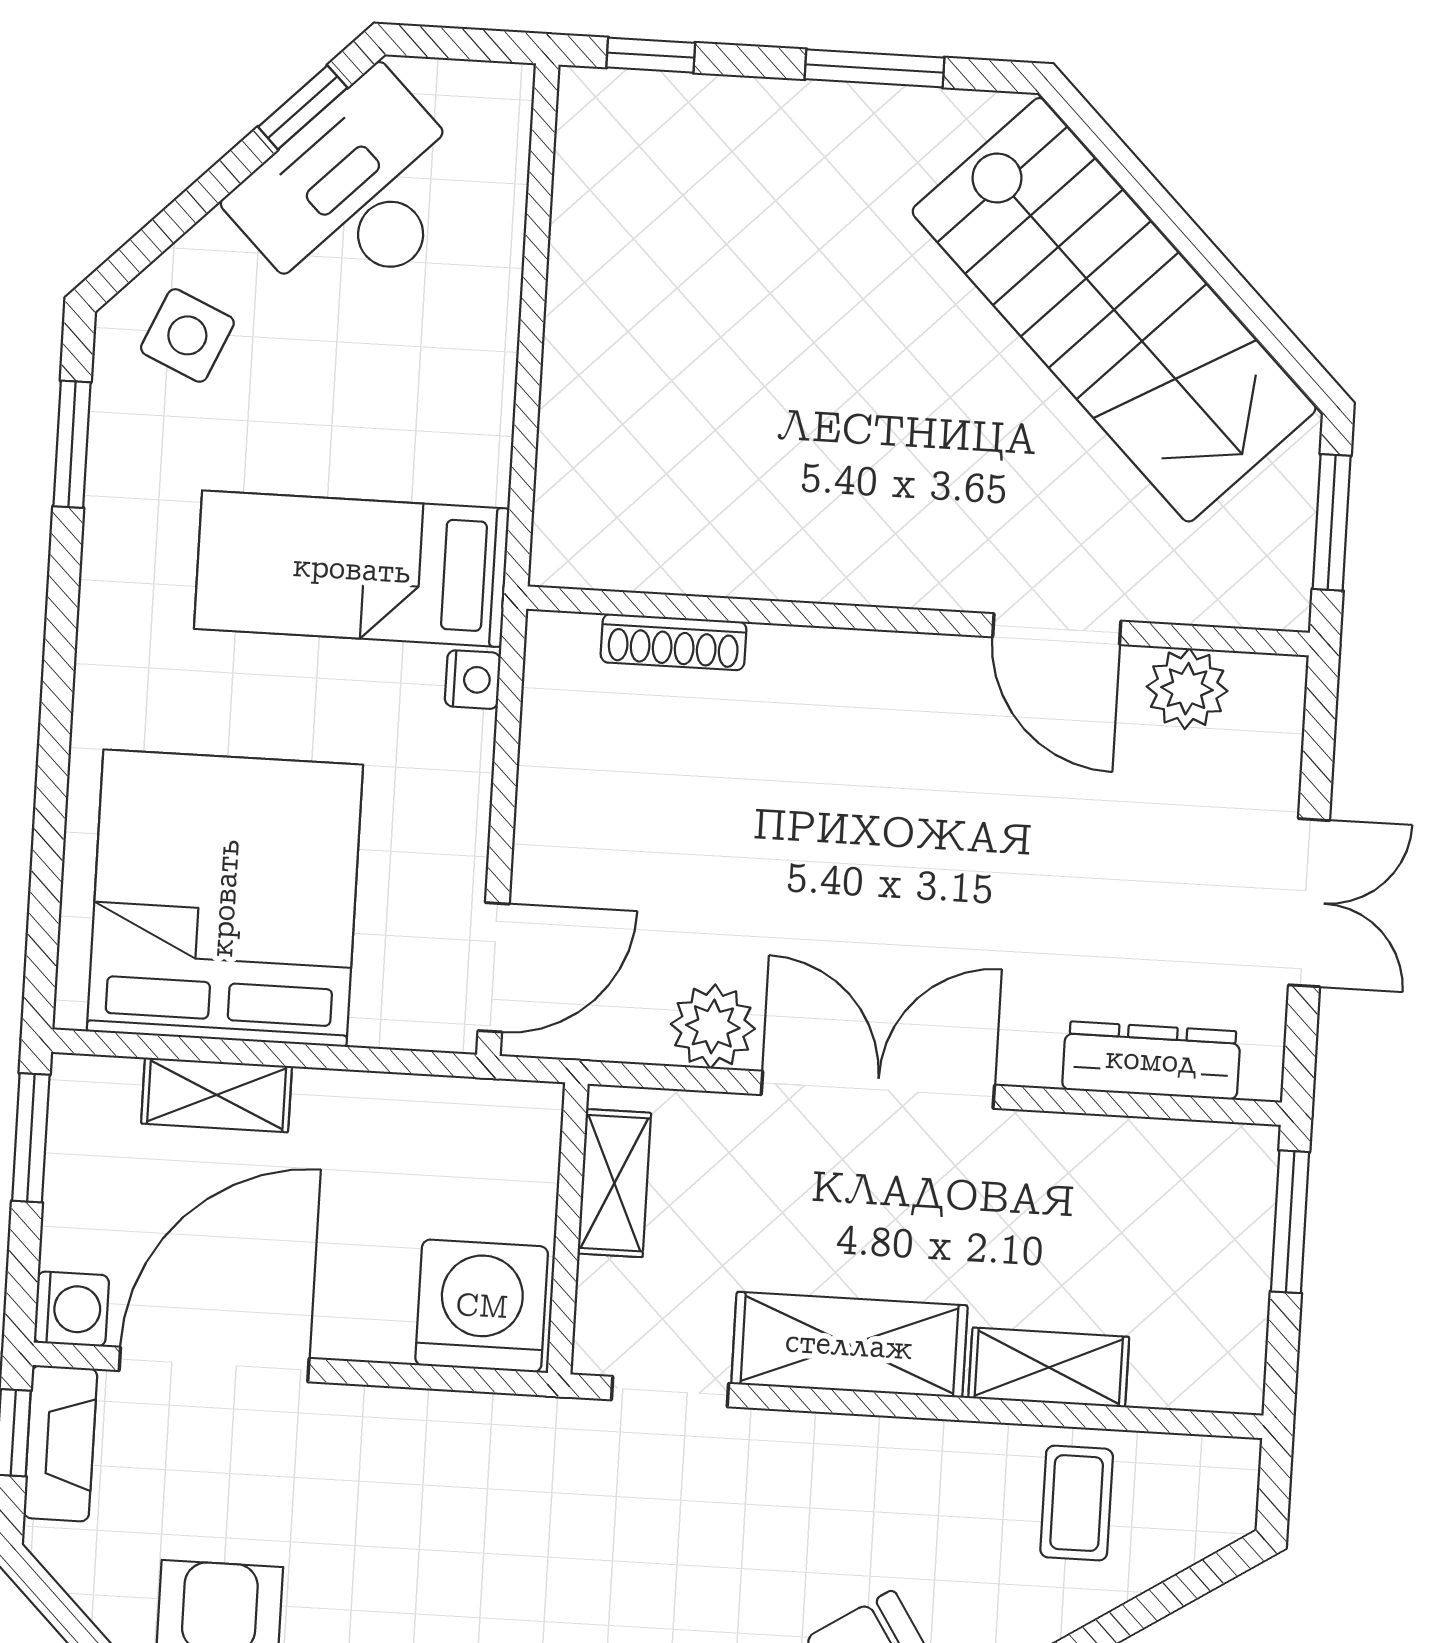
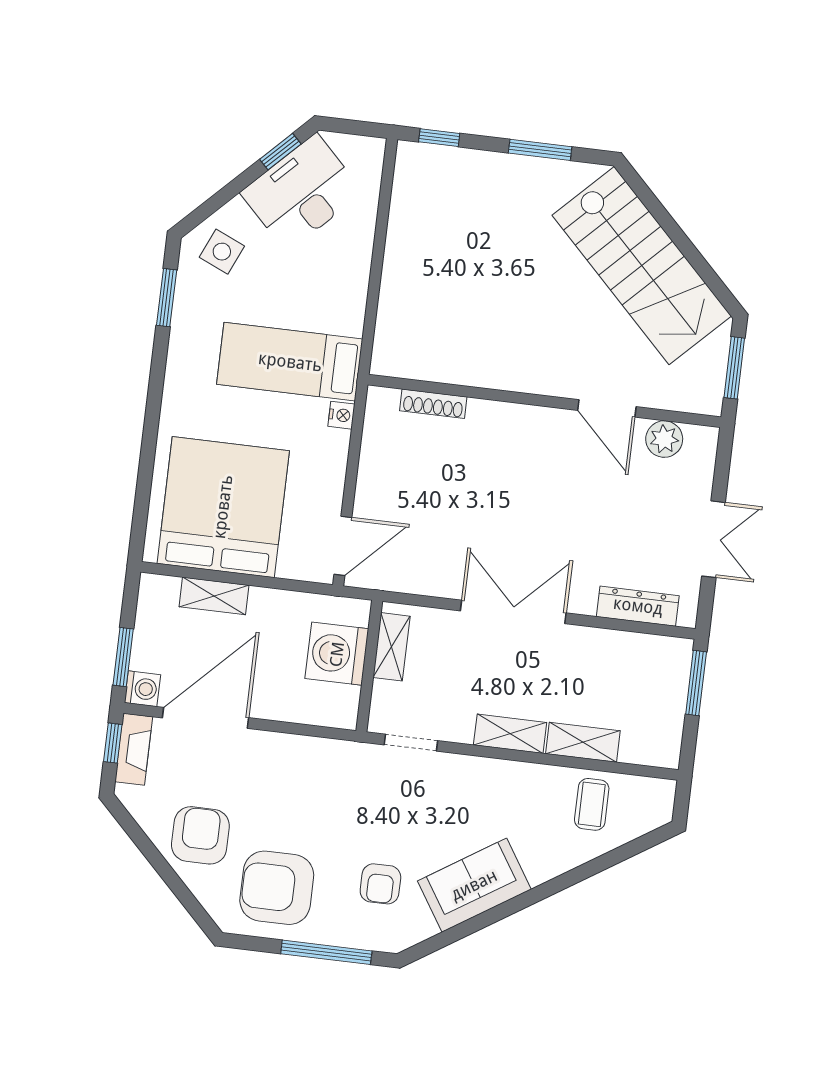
plant: (713, 1026) -> (440, 579), removed
window: (31, 1138) -> (123, 657), moved
washing machine: (482, 1306) -> (337, 654), moved, turned -90
shelving: (849, 1345) -> (510, 734), width x0.67, depth x0.75

